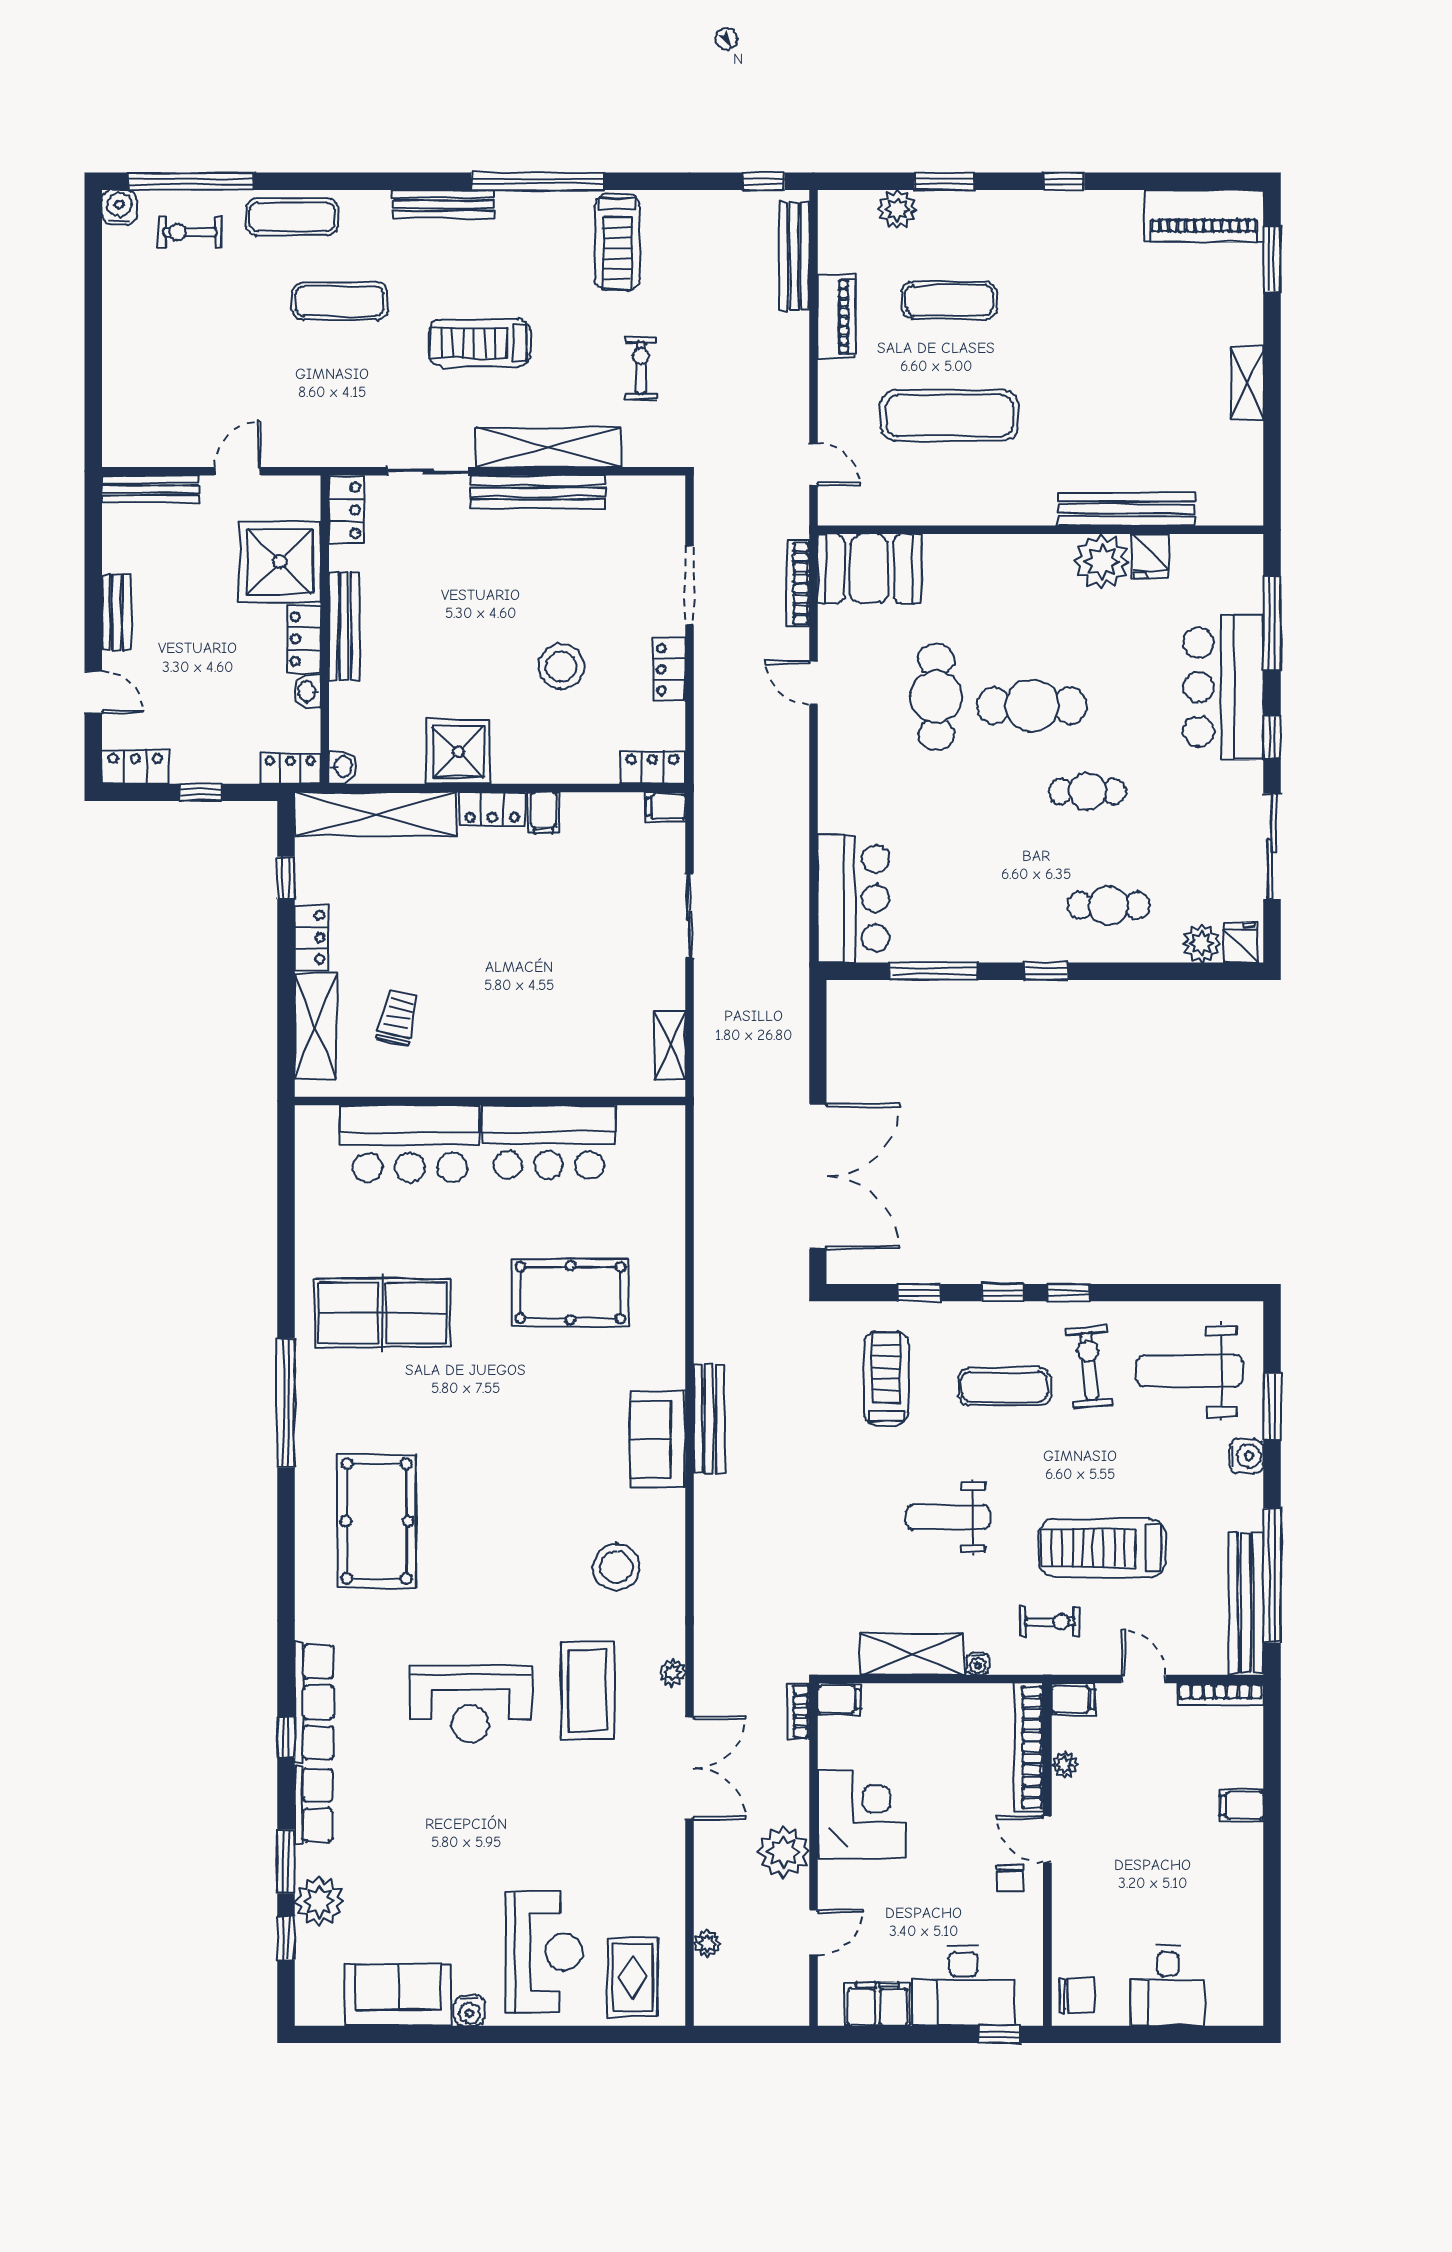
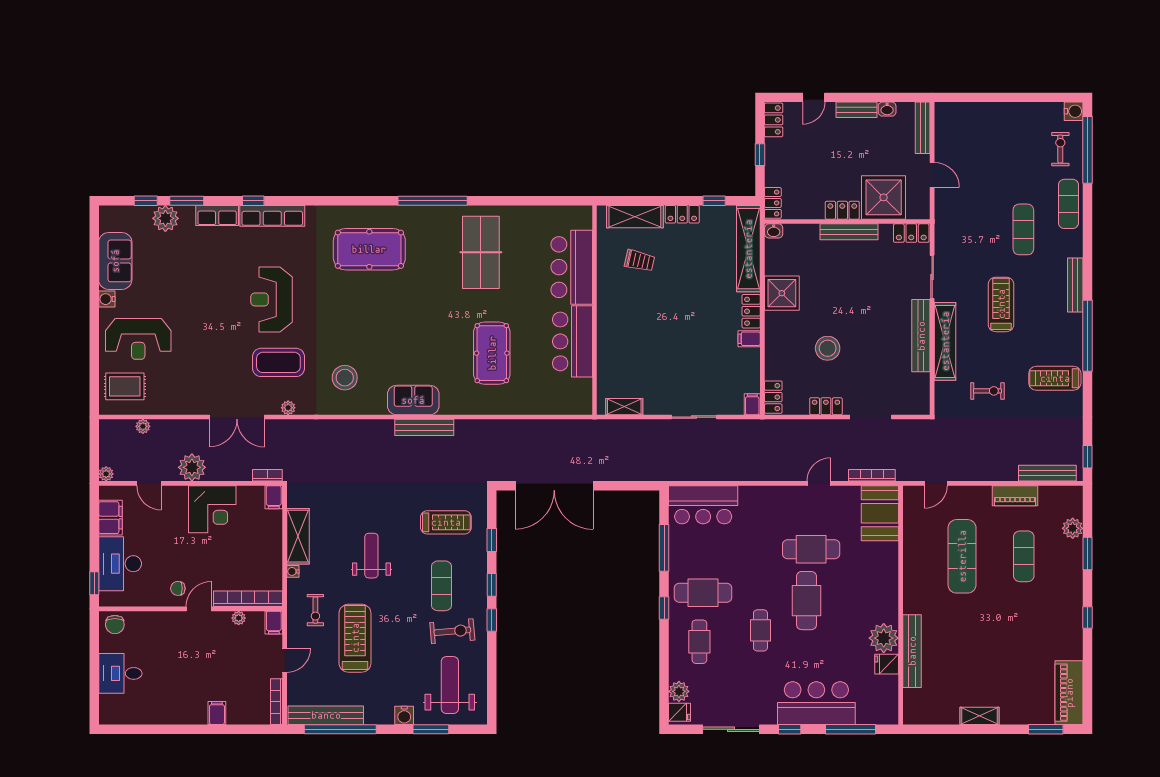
washbasin: (307, 691) -> (887, 109), moved, turned 180
cafe table: (1017, 899) -> (703, 593), added
plant: (796, 2012) -> (106, 474), added

